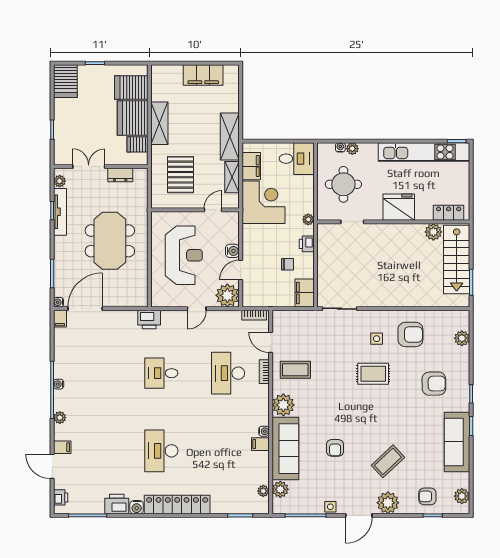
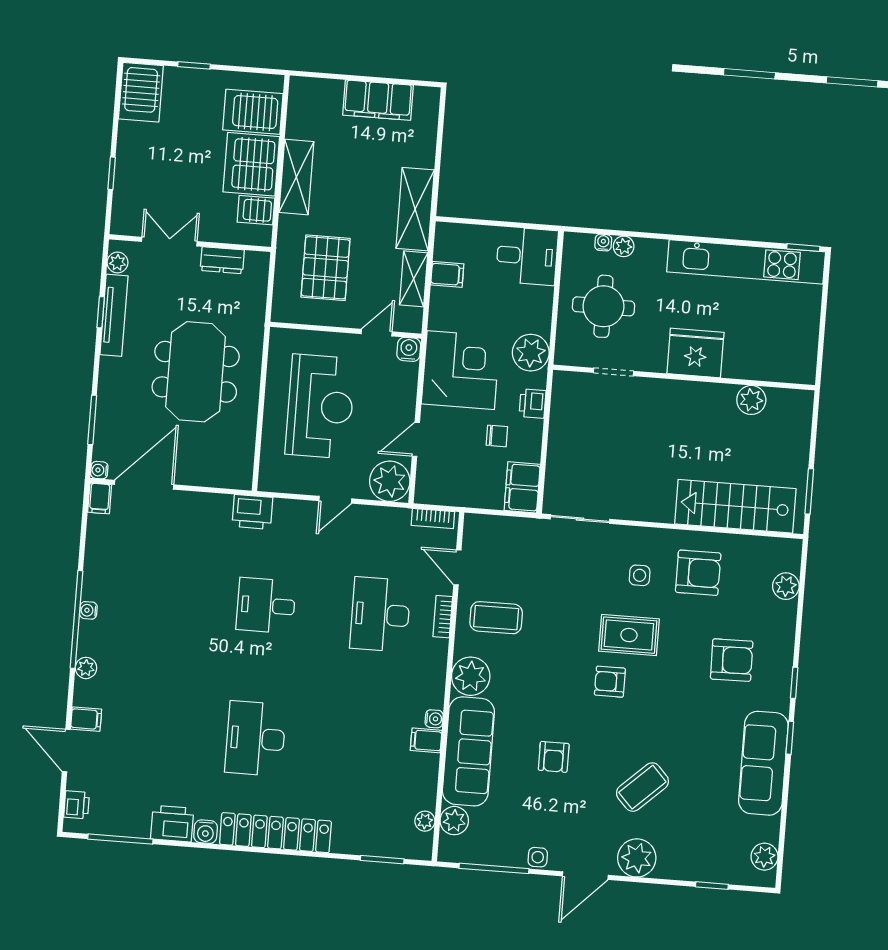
filing cabinet: (251, 166) -> (447, 274), width x0.50
corner desk: (264, 202) -> (461, 370), moved
locker: (449, 213) -> (780, 369), removed
plant: (308, 219) -> (531, 353), width x1.88, depth x1.88
water cooler: (232, 251) -> (409, 349), moved, turned -90
stairs: (457, 259) -> (735, 506), moved, turned 90
armchair: (427, 496) -> (610, 682), moved

